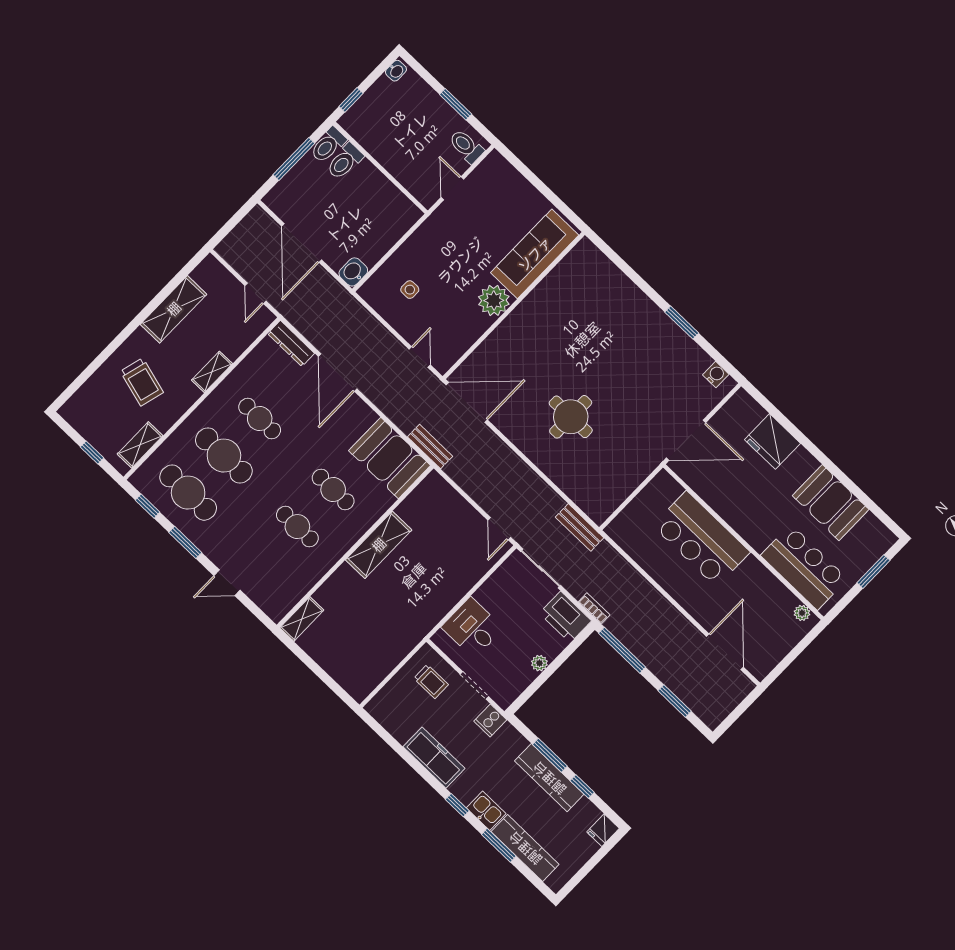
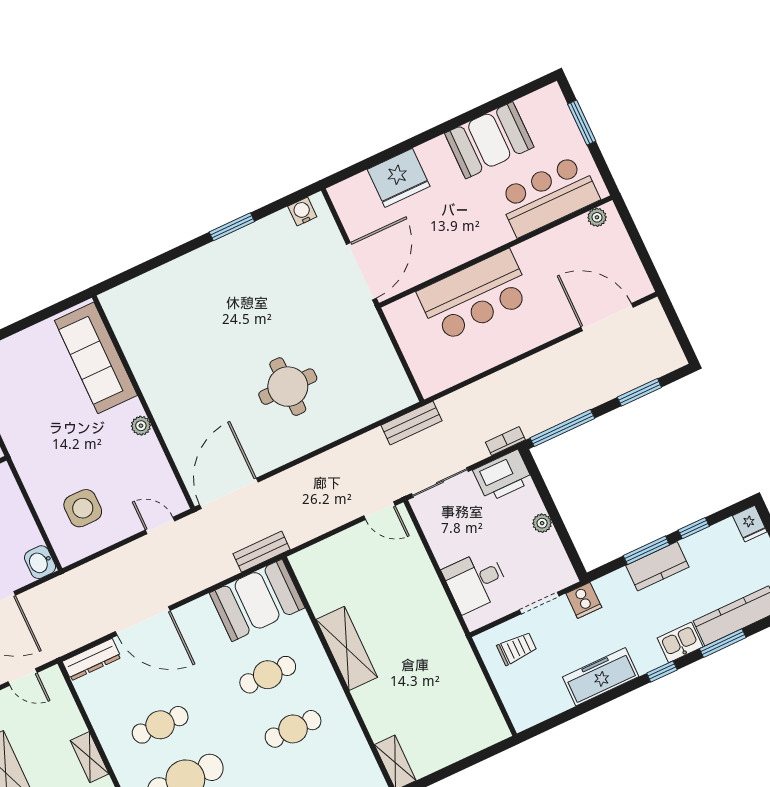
side table: (410, 290) -> (83, 508), width x1.87, depth x1.87
plant: (494, 300) -> (141, 426), width x0.53, depth x0.53
kitchen counter: (549, 778) -> (657, 566), width x0.67

